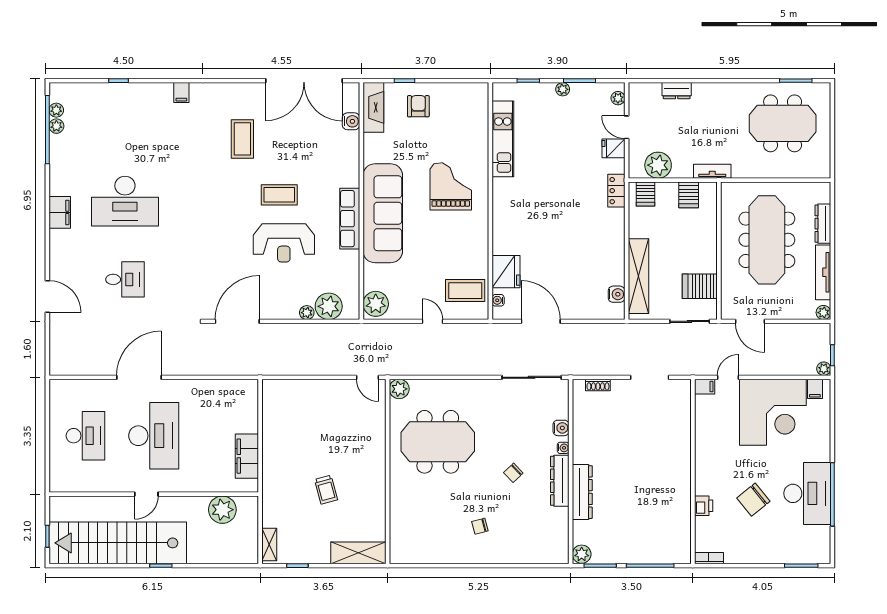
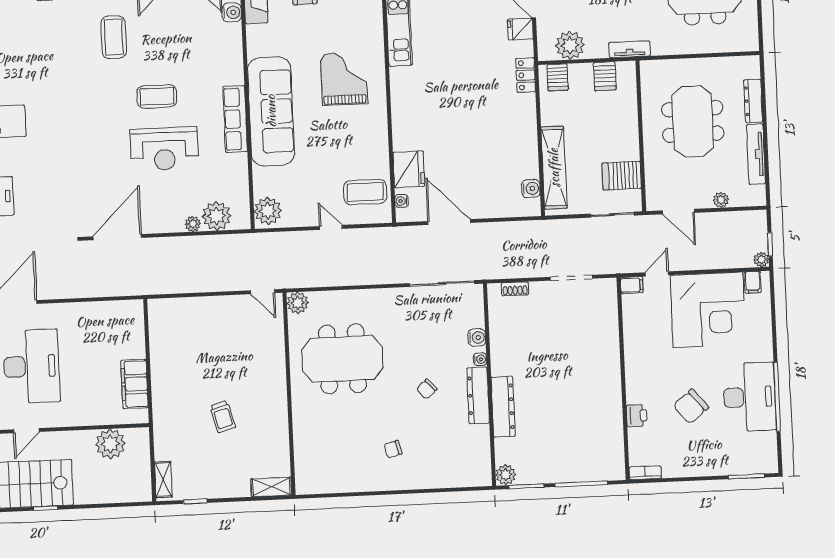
meeting table: (767, 240) -> (693, 121), width x0.73
plant: (823, 313) -> (721, 200), moved
shelving: (358, 553) -> (271, 487), width x0.67, depth x0.75

